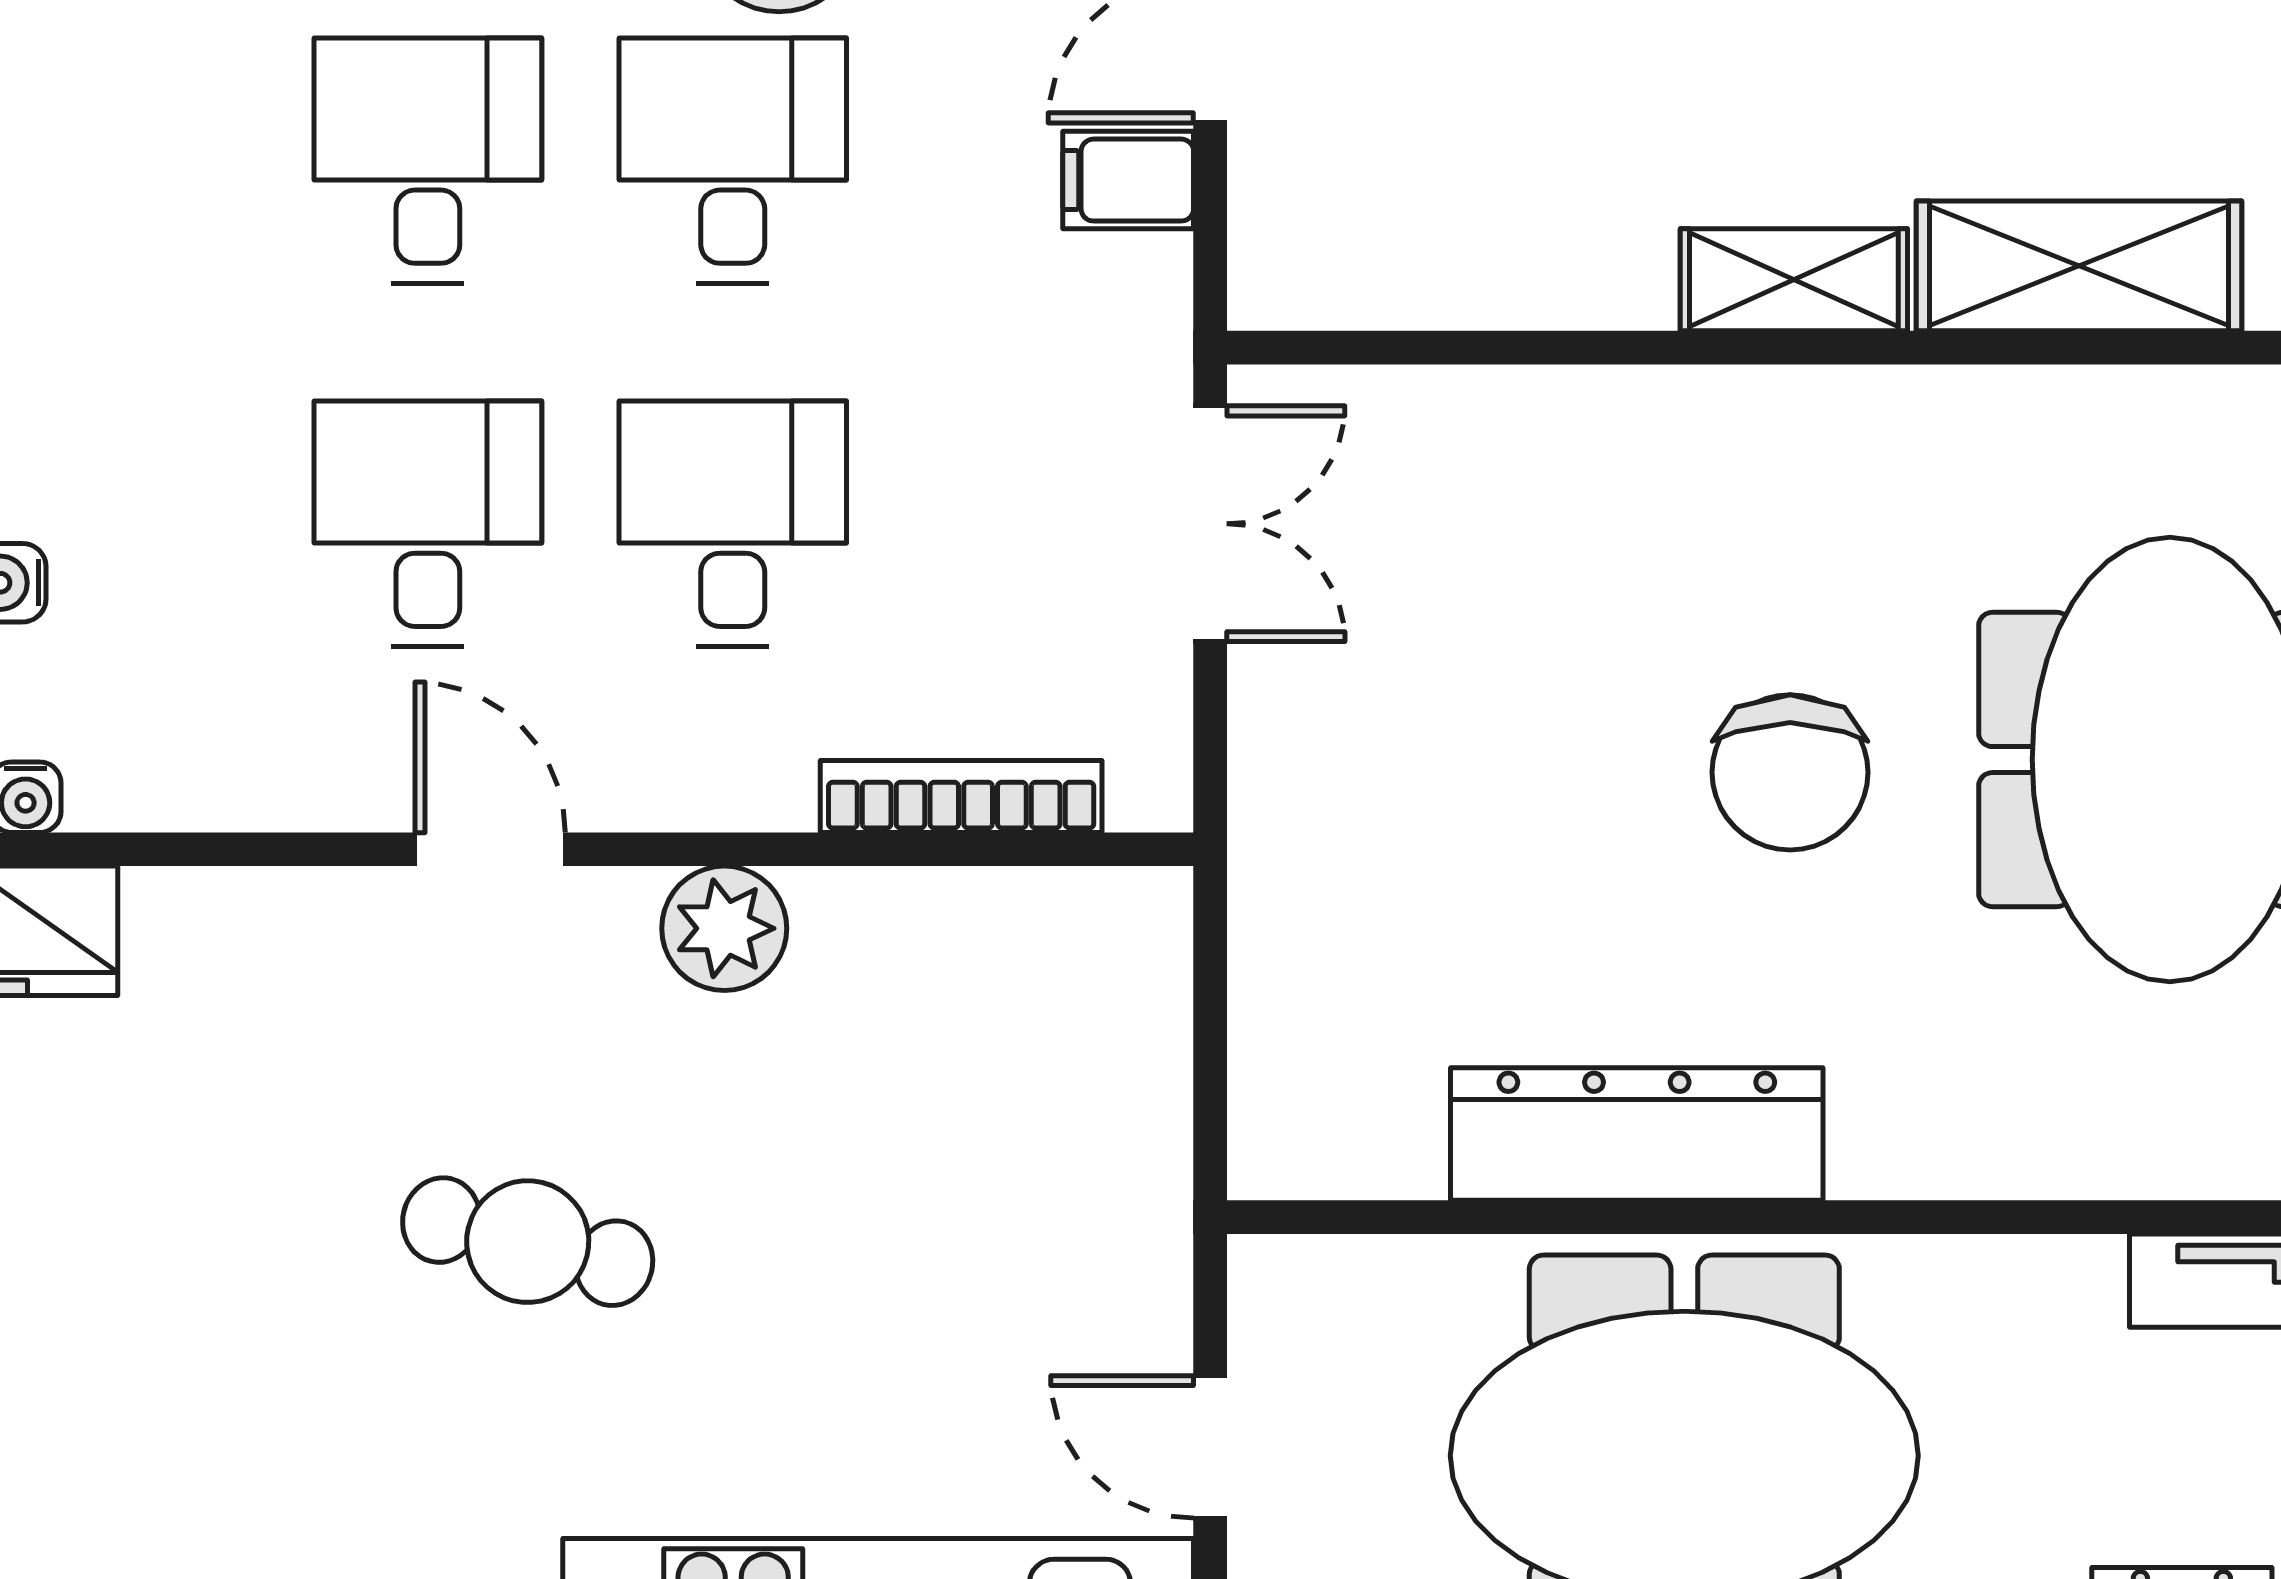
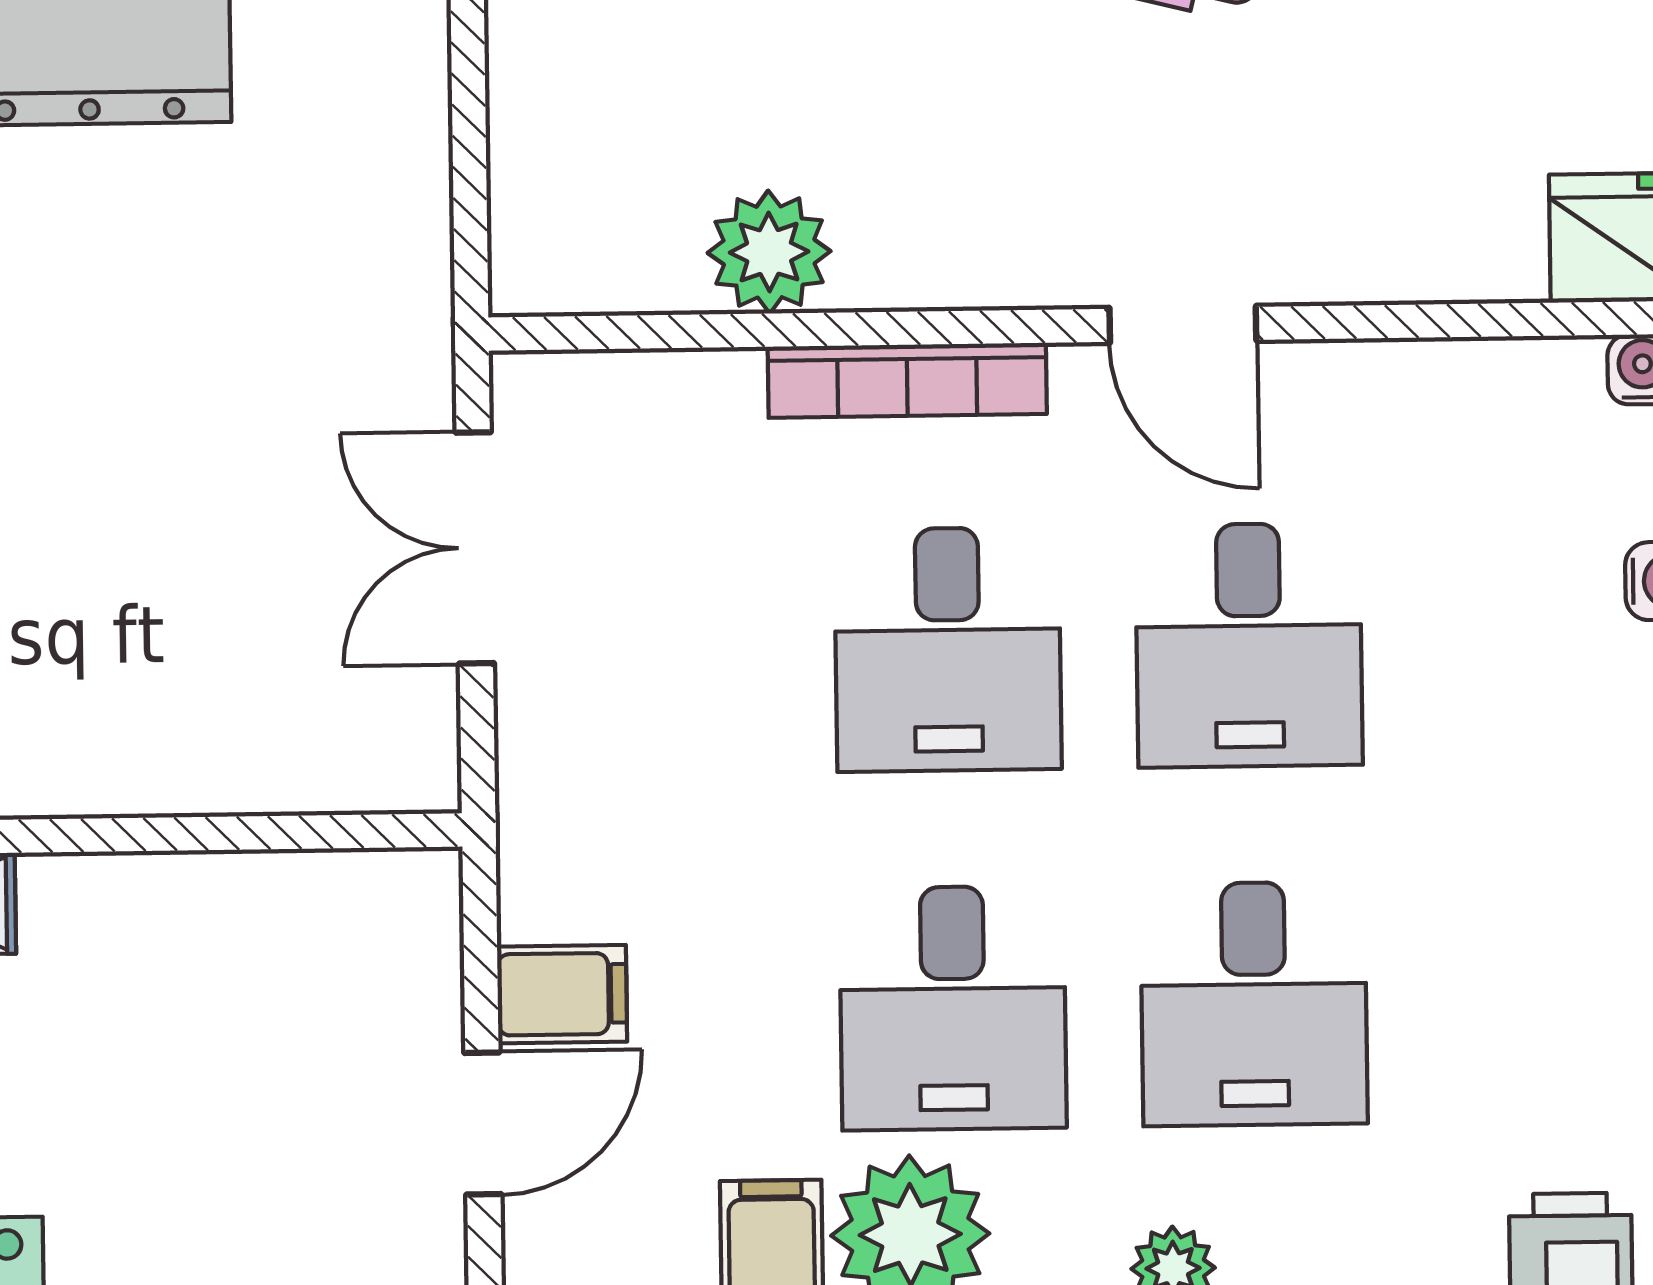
double door: (1210, 524) -> (475, 548), moved
bookcase: (961, 796) -> (907, 380), moved
plant: (724, 928) -> (769, 252), moved

